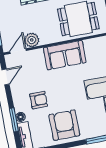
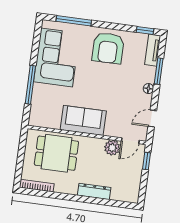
armchair: (39, 100) -> (126, 83), removed
floor lamp: (21, 117) -> (148, 89), moved

